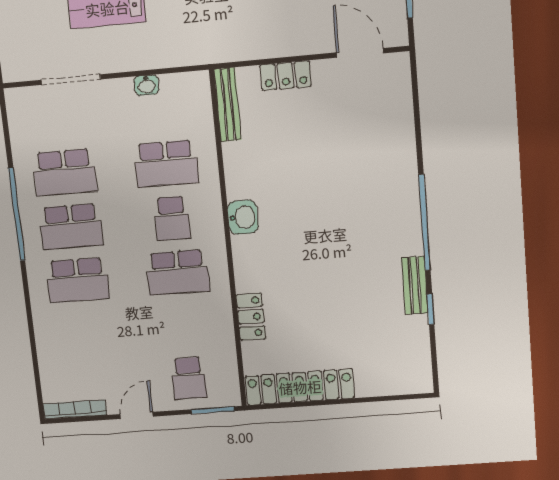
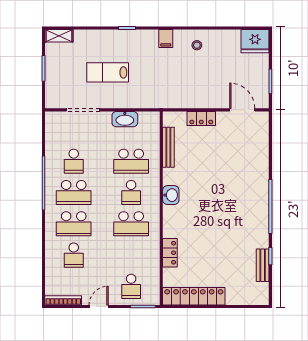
washbasin: (147, 85) -> (125, 119), width x1.91, depth x1.45
bench: (228, 105) -> (168, 147), moved
school desk: (65, 172) -> (74, 161), width x0.54
bench: (415, 285) -> (263, 265), moved
school desk: (84, 333) -> (74, 255), added

